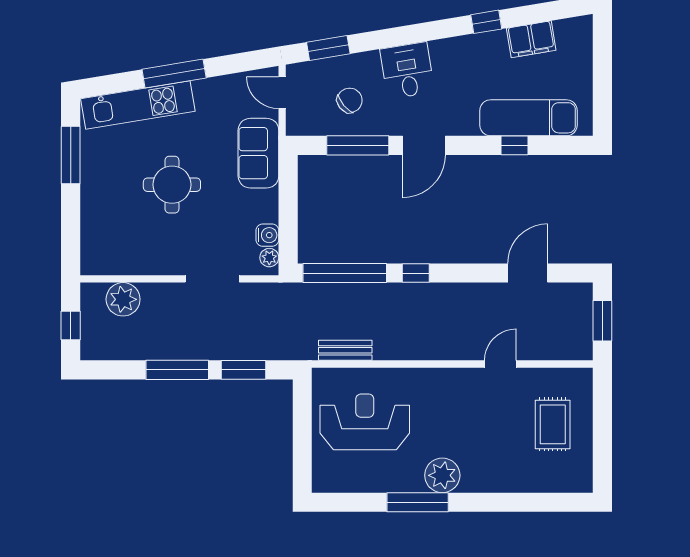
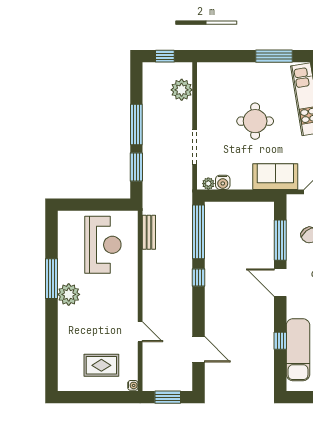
water cooler: (584, 375) -> (133, 385), added

